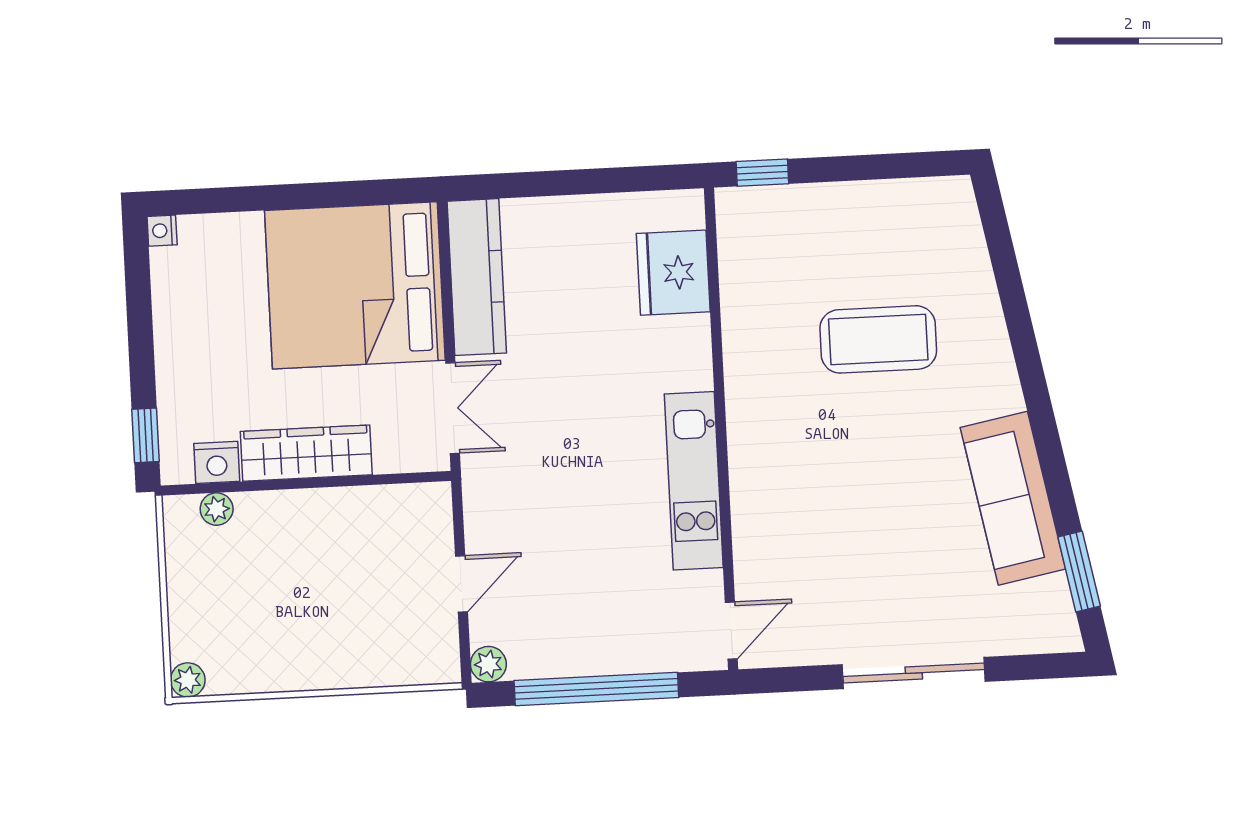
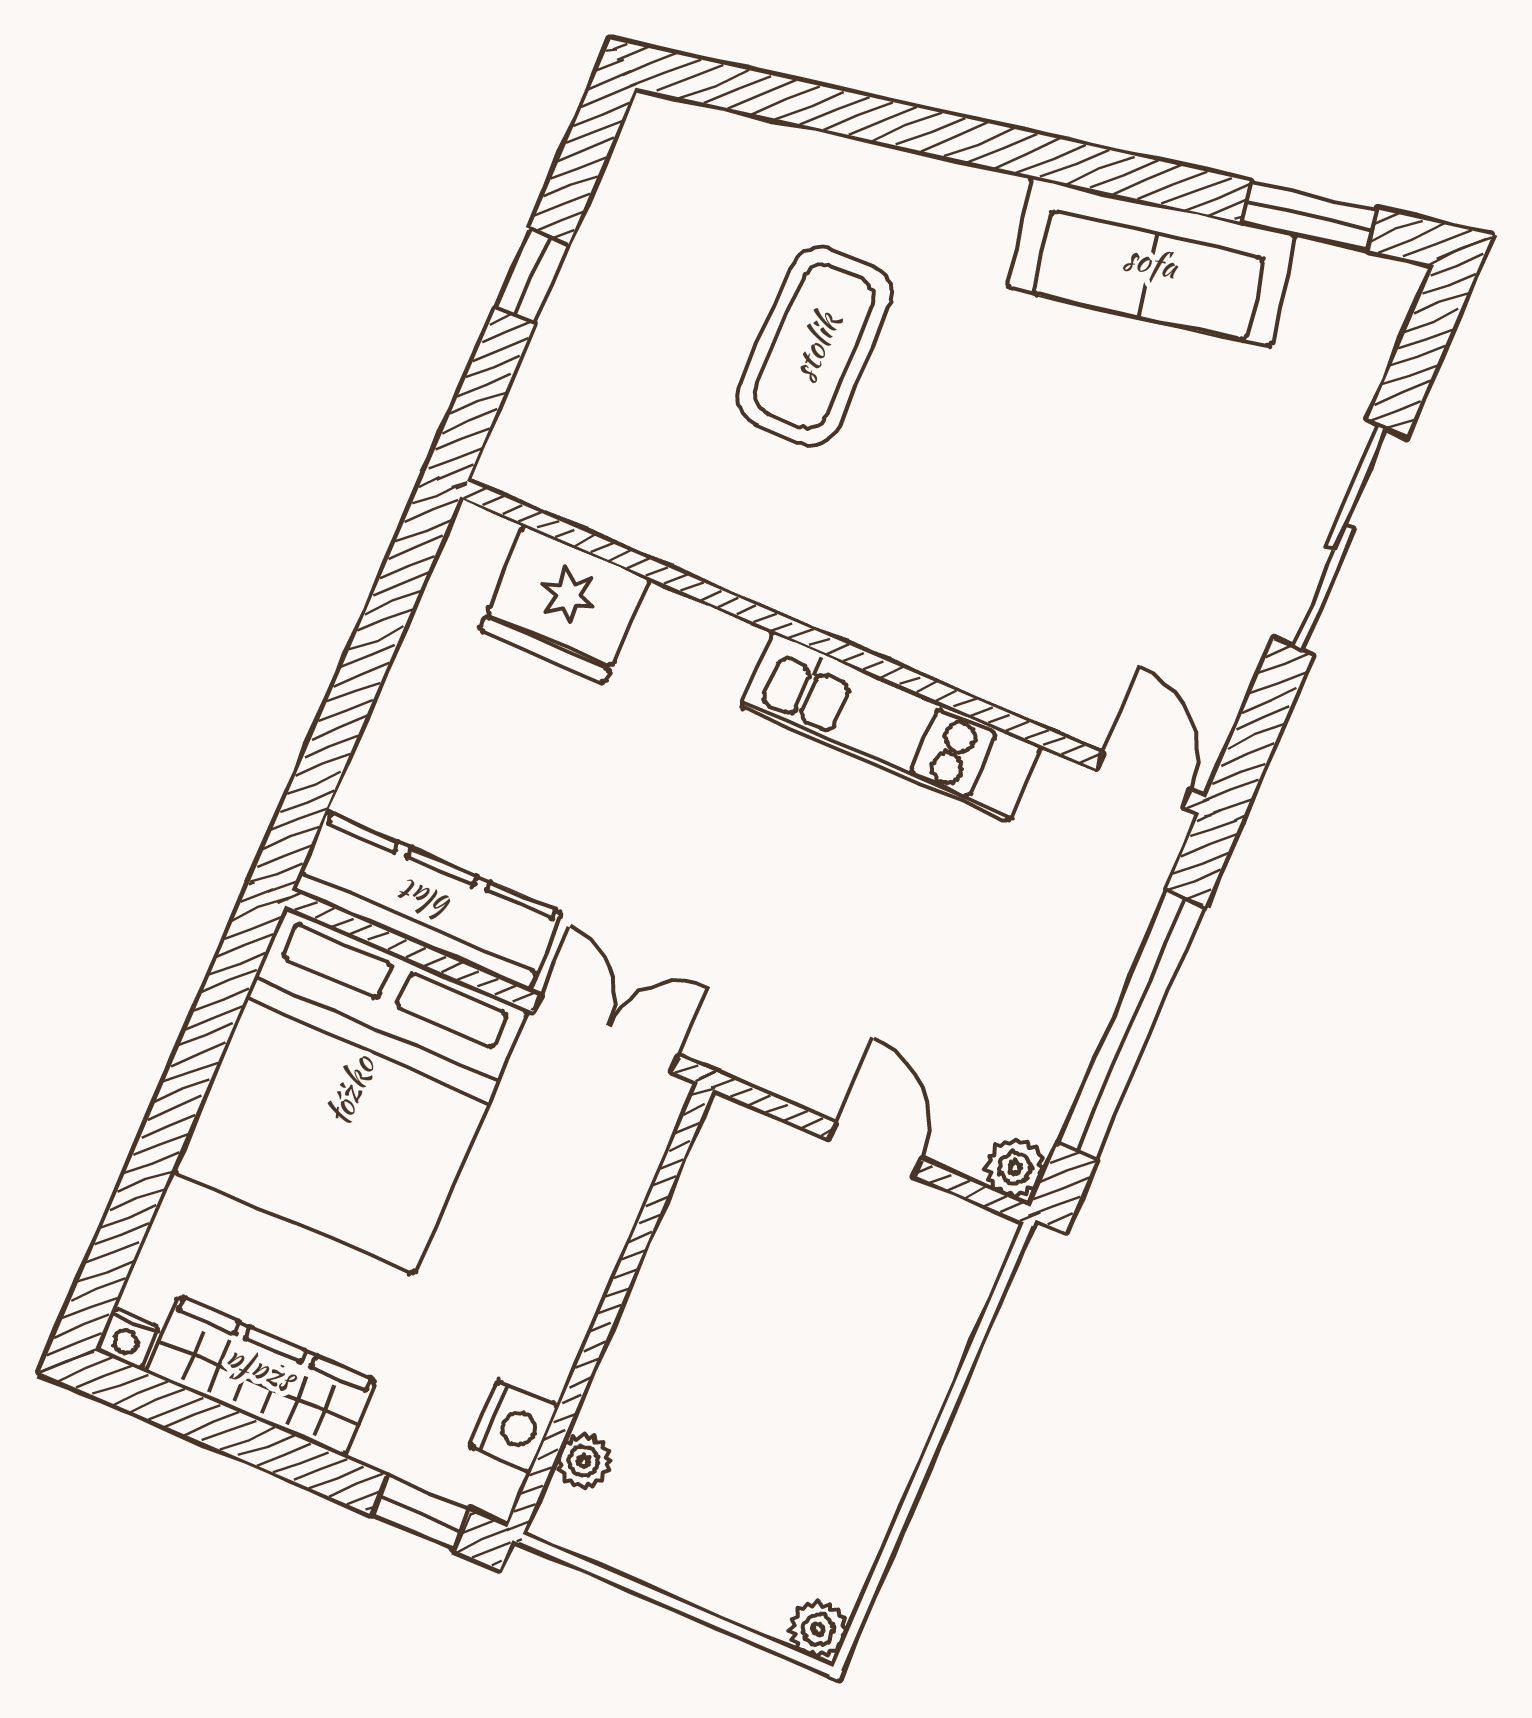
window: (762, 173) -> (532, 276), moved
wardrobe: (306, 453) -> (261, 1377), moved, turned 90

